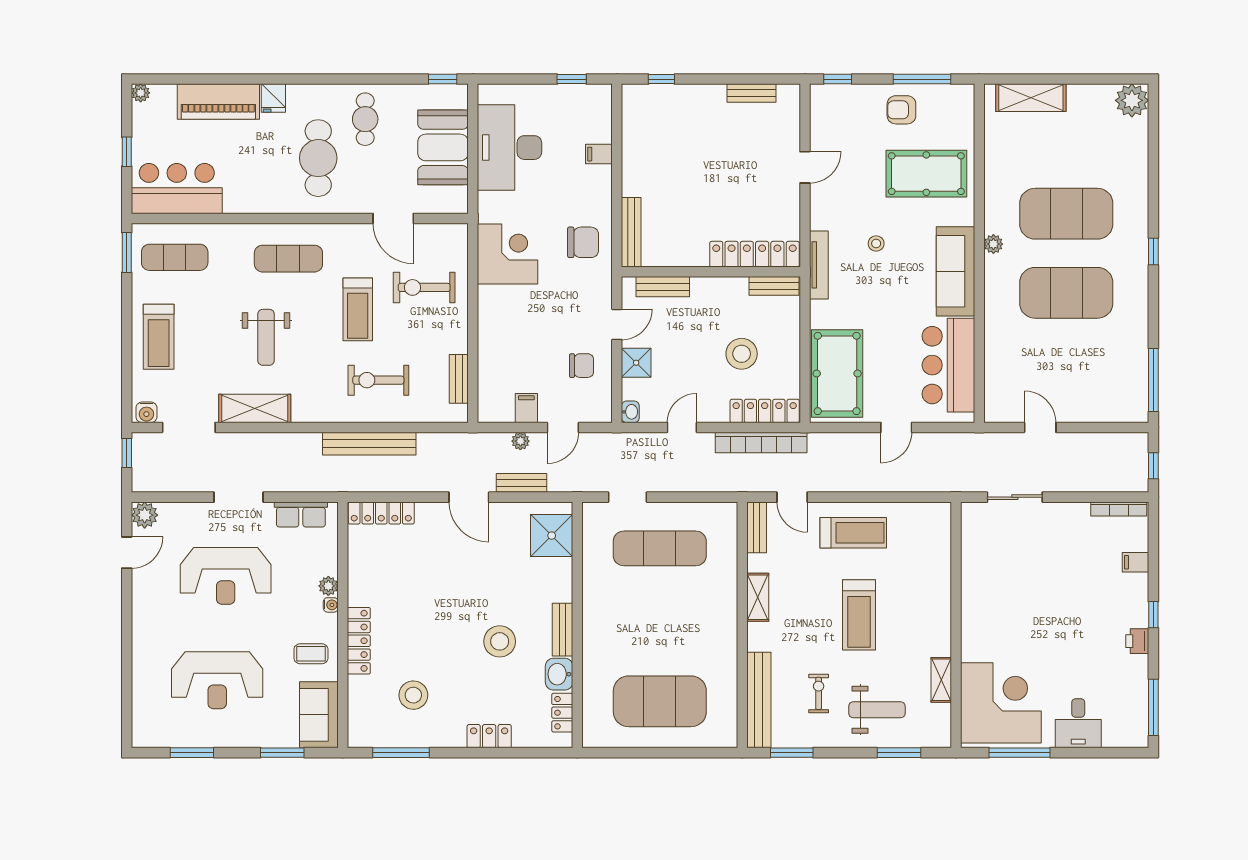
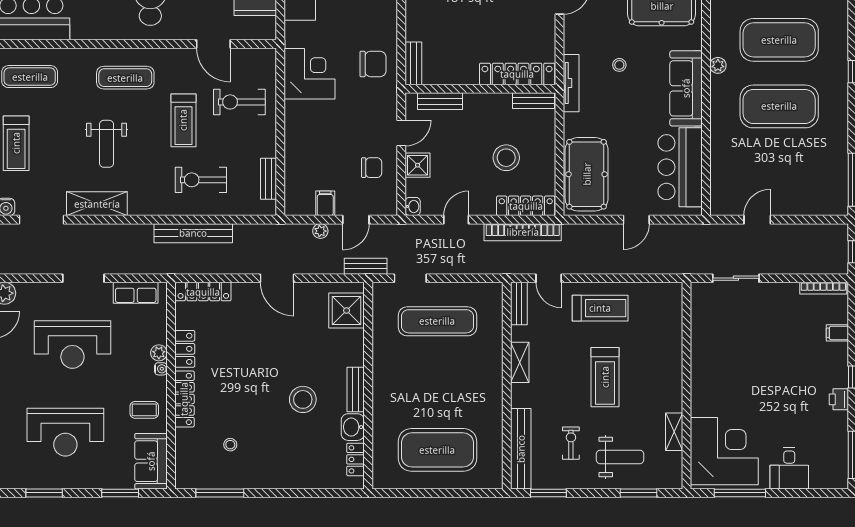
bench: (631, 232) -> (413, 63), width x0.73
door: (1040, 427) -> (757, 220), hinge flipped
bench: (521, 483) -> (366, 266), moved
stool: (413, 695) -> (230, 445), width x0.53, depth x0.53
locker: (489, 736) -> (185, 349), moved, turned 90

